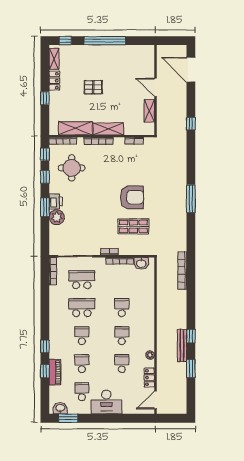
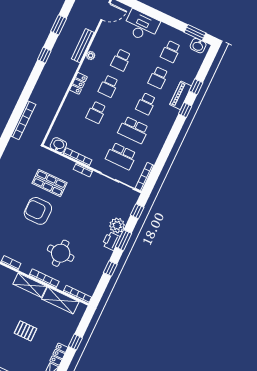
window: (45, 154) -> (137, 211), moved
round table: (72, 168) -> (61, 253), moved
bench: (182, 345) -> (83, 46), moved
piano: (55, 372) -> (181, 95), moved
locker: (149, 378) -> (78, 83), moved
desk: (106, 402) -> (141, 26), moved

